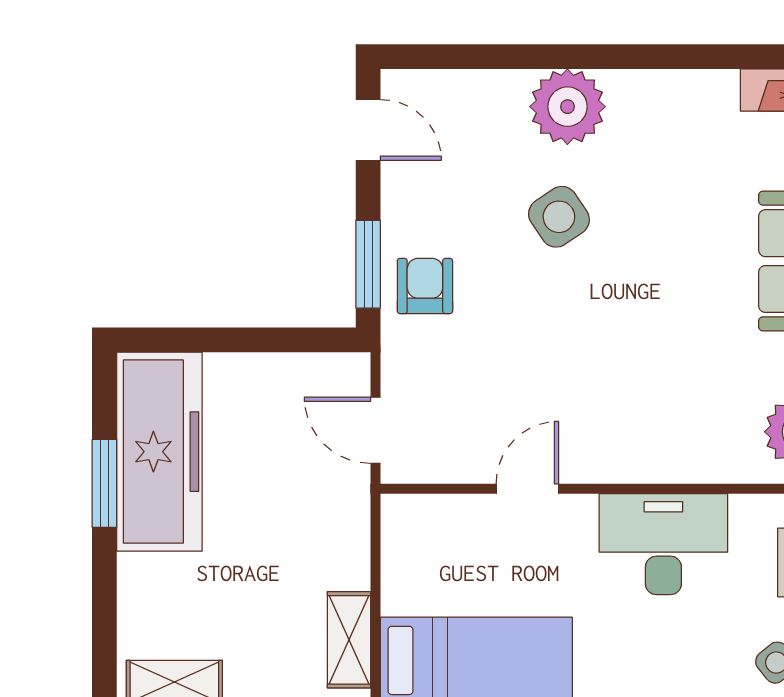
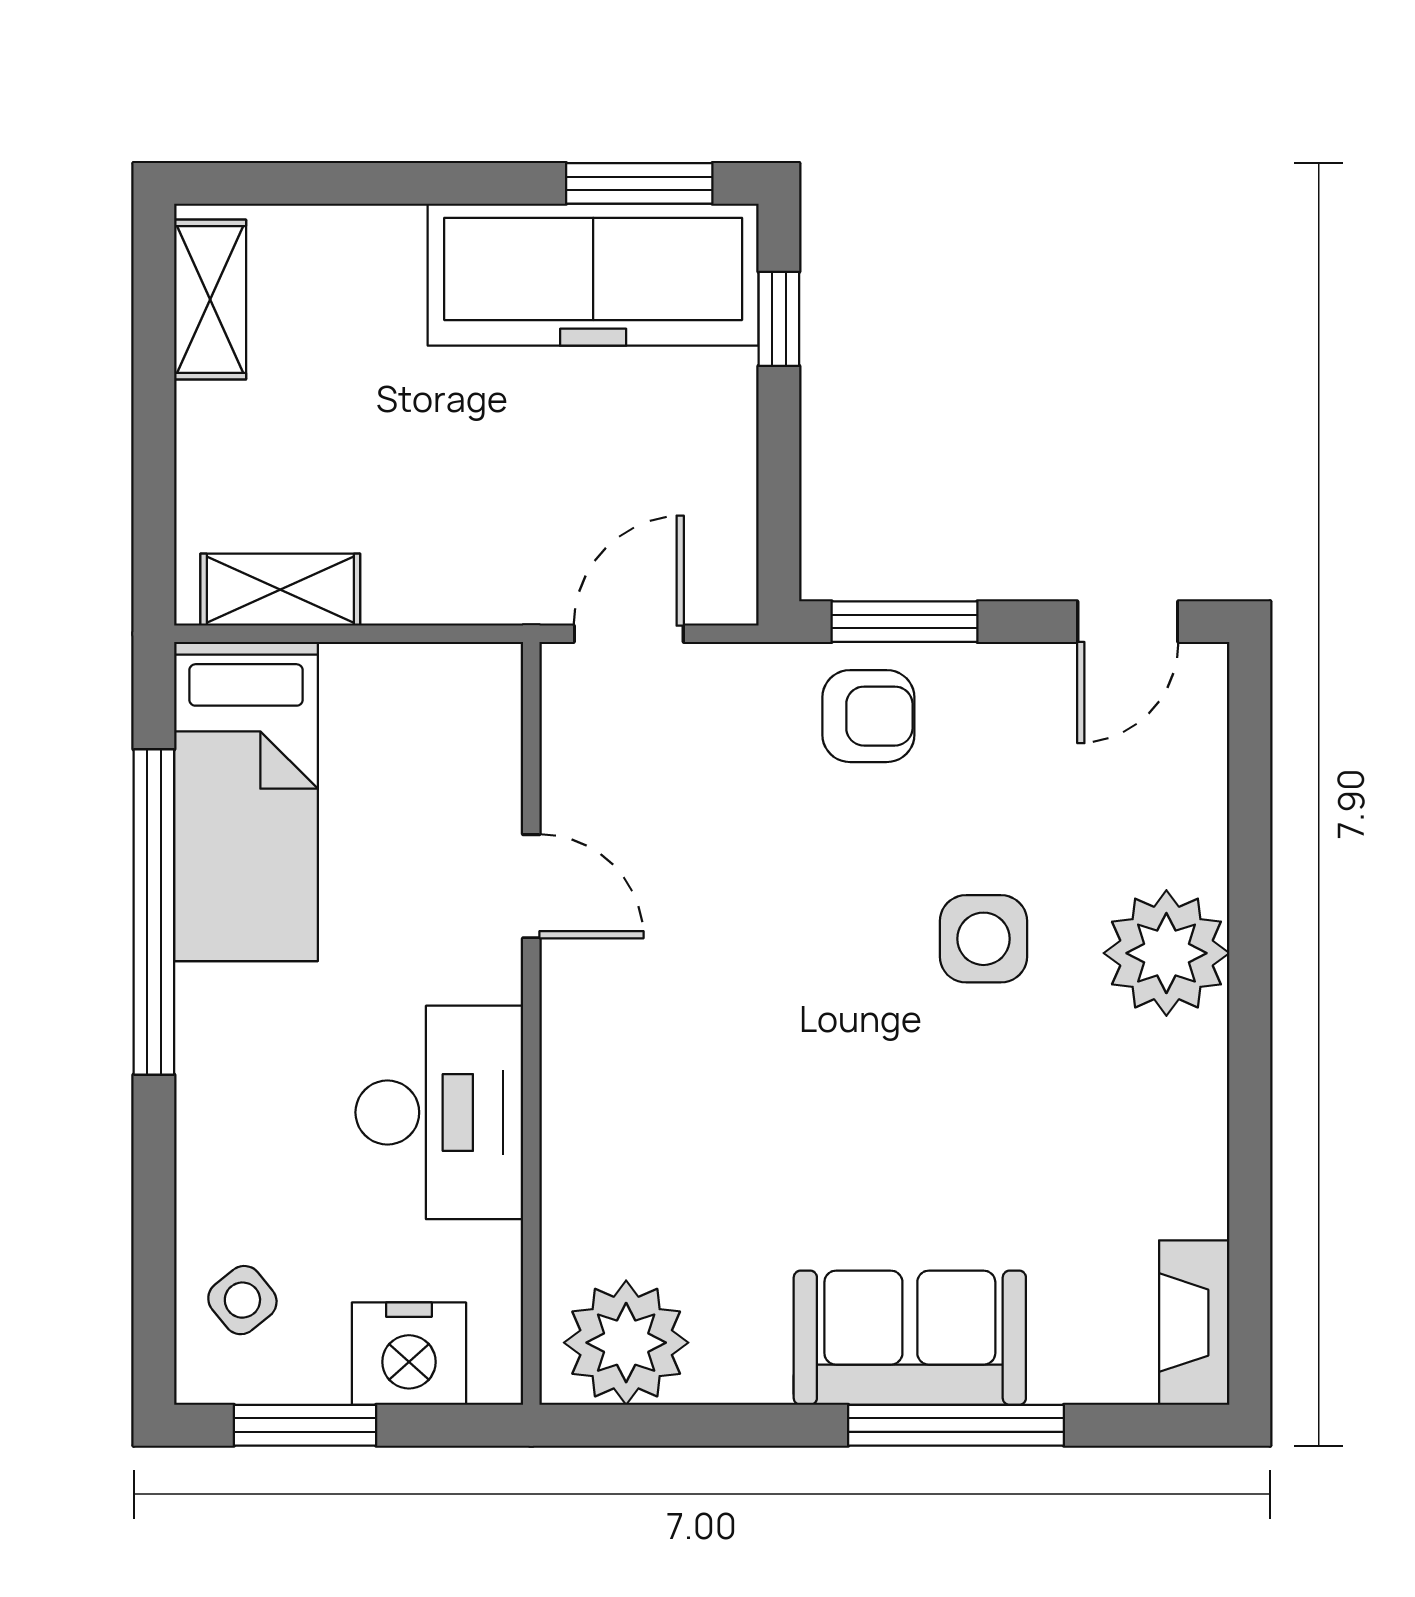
side table: (559, 217) -> (983, 939), turned 34
window: (186, 340) -> (779, 319), added
window: (104, 483) -> (639, 183), moved

